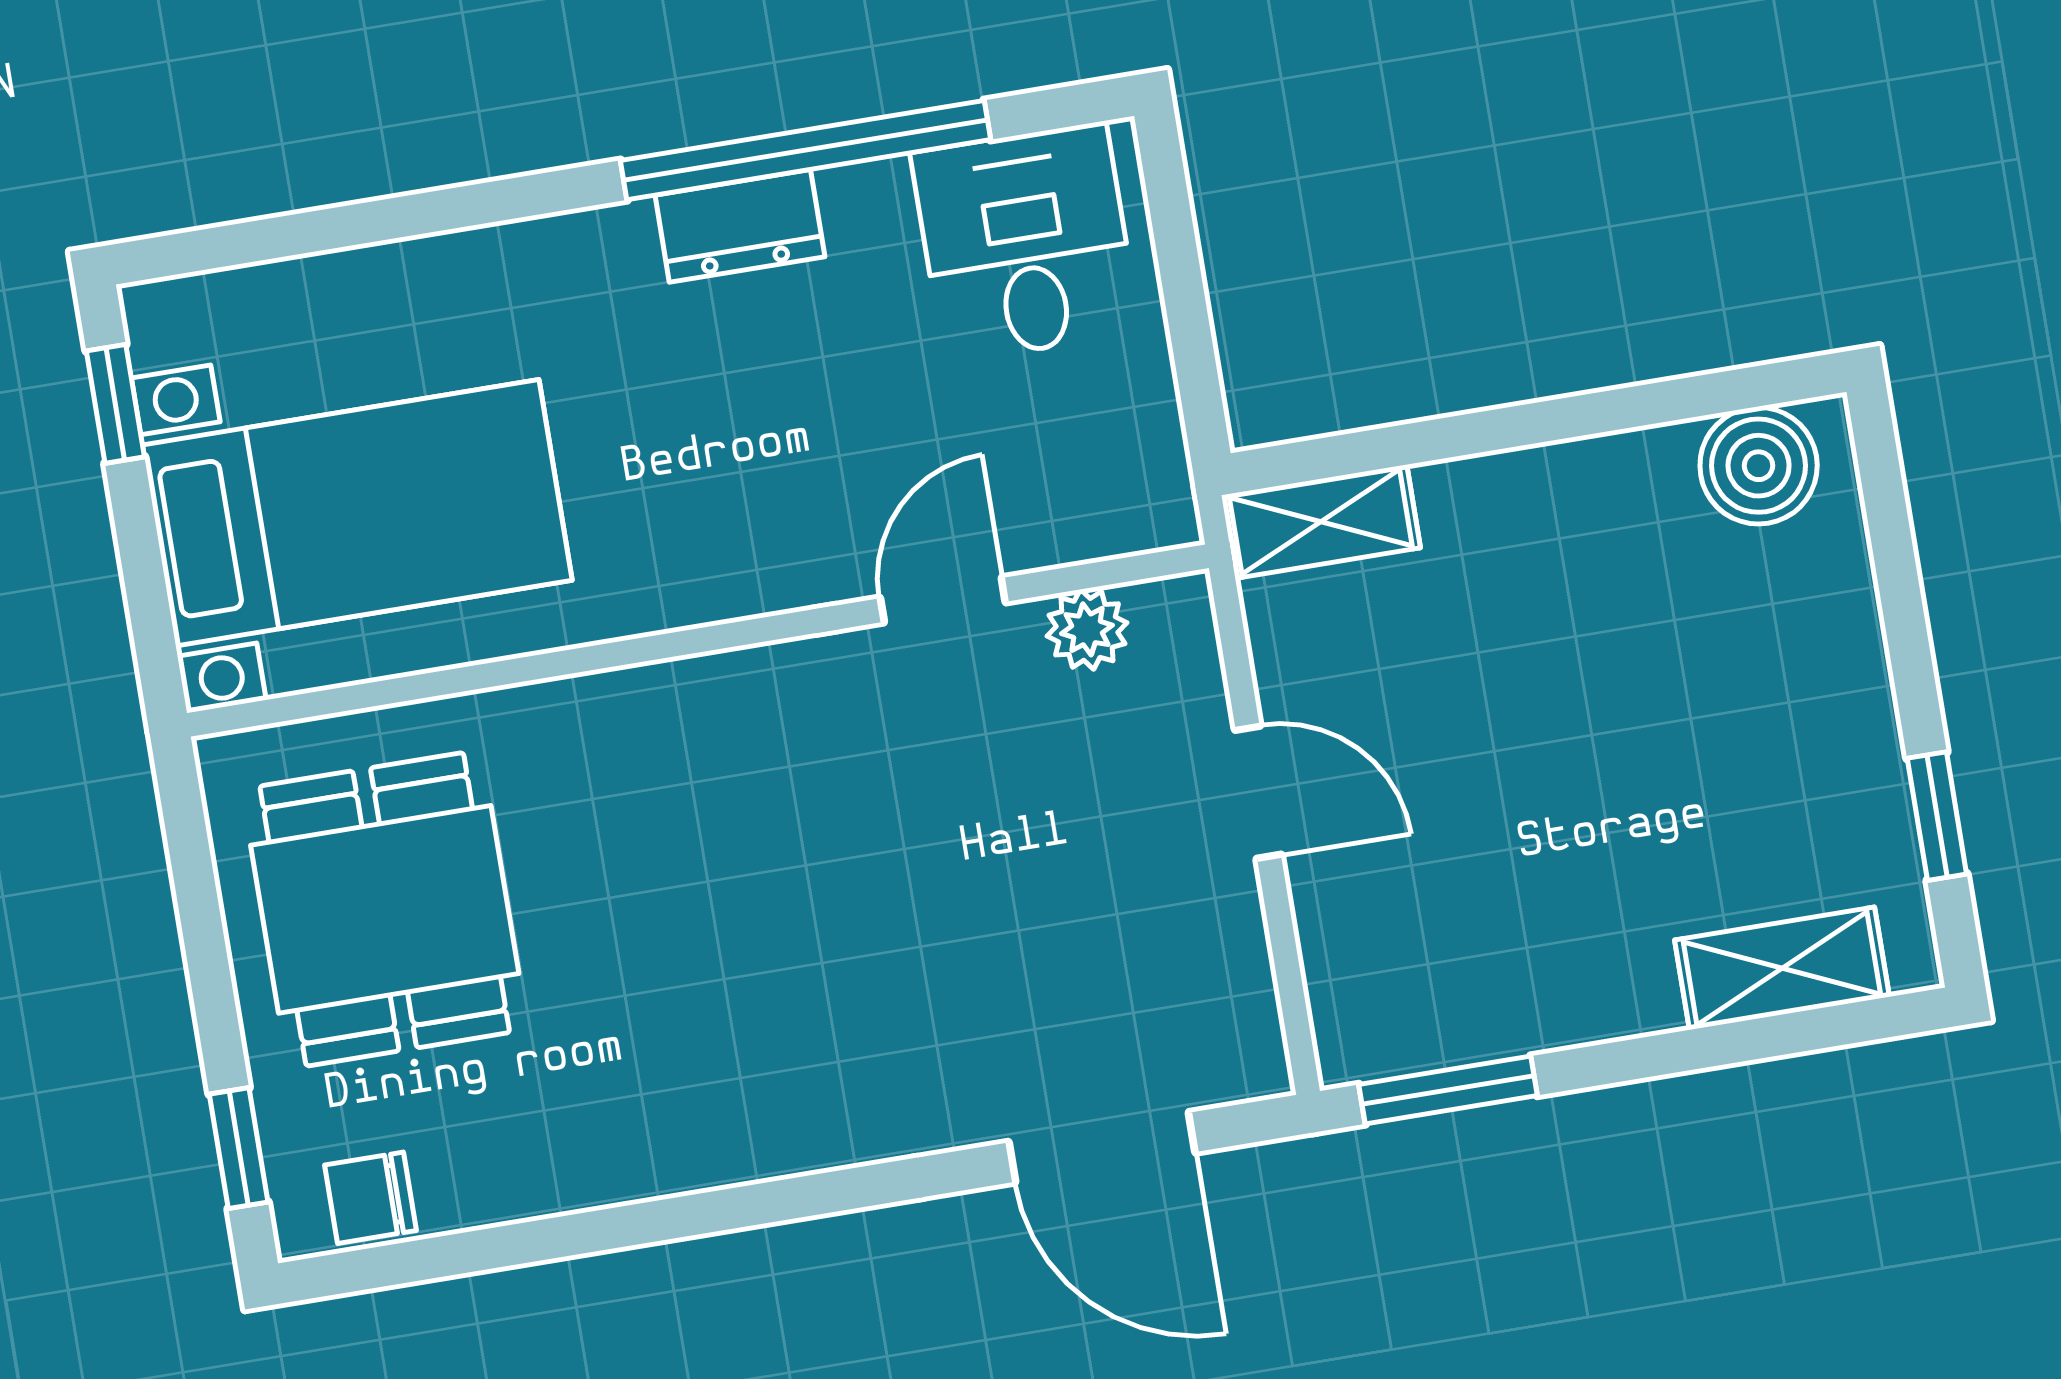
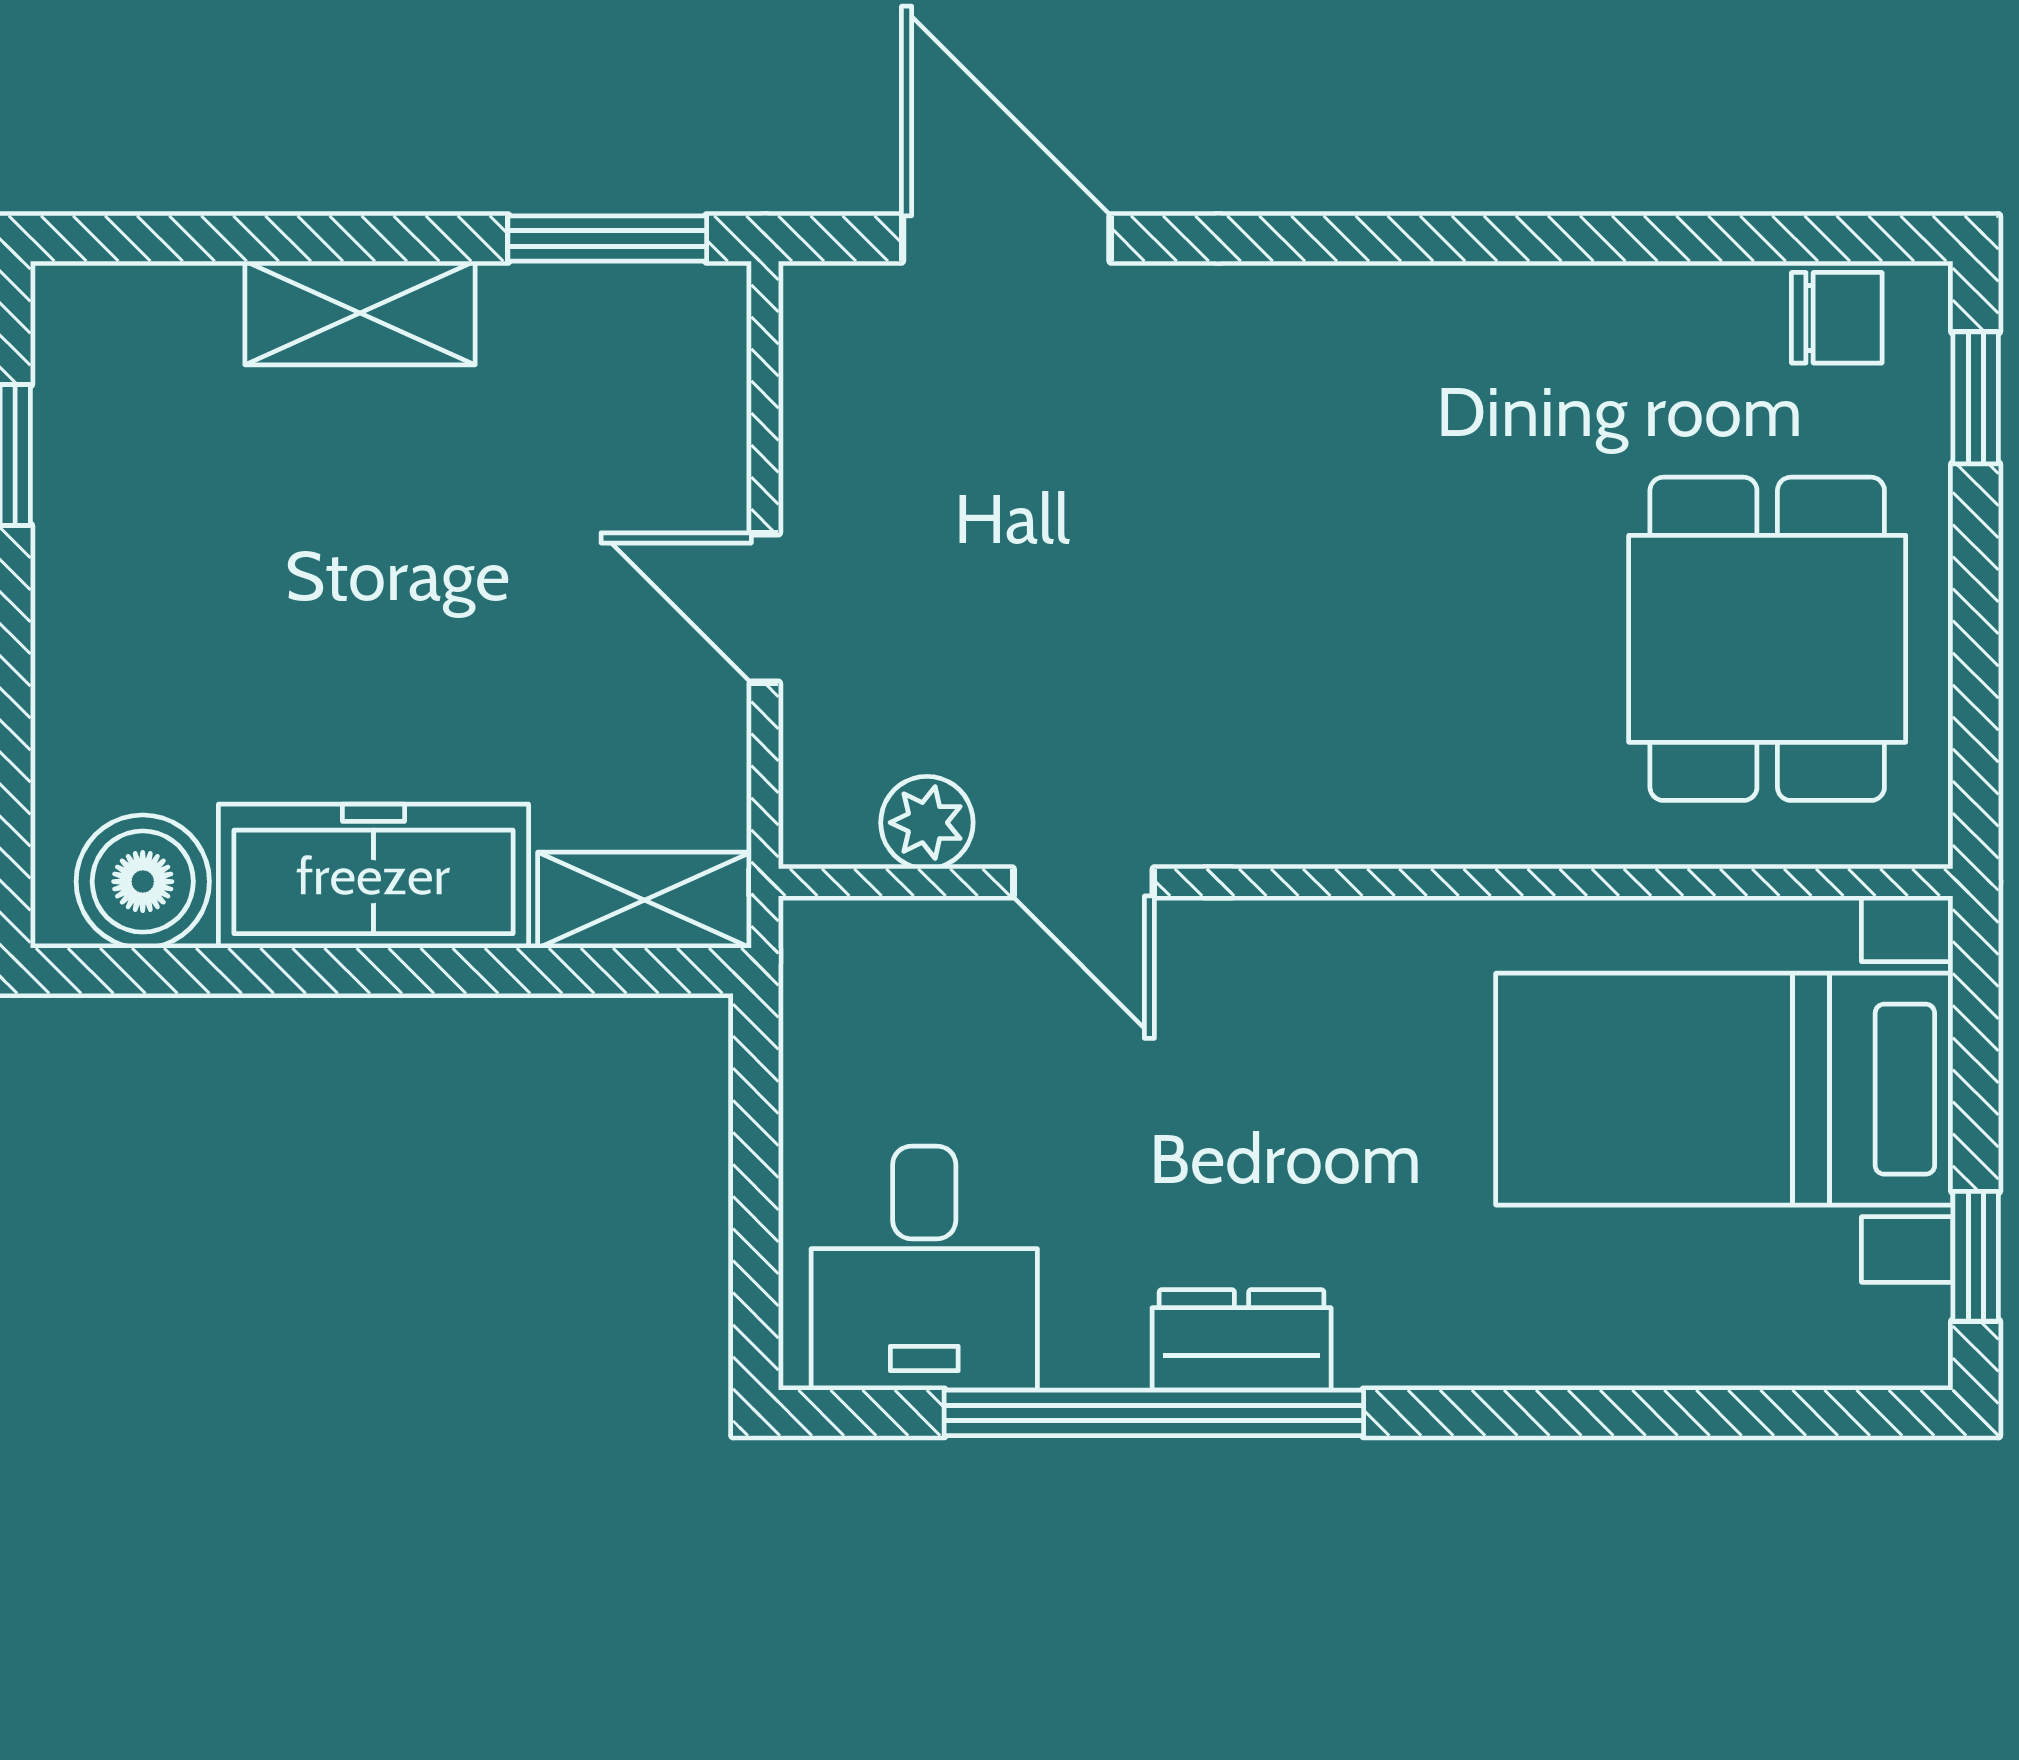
freezer: (1559, 503) -> (373, 876), added
door: (943, 600) -> (1083, 882), hinge flipped
shelving: (1782, 968) -> (360, 313), moved

